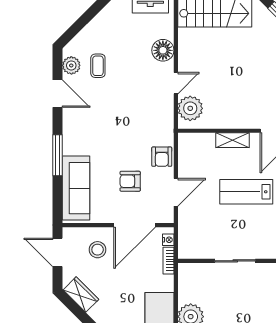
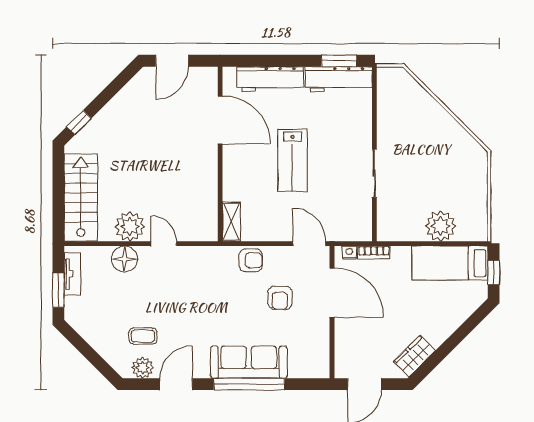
plant: (190, 108) -> (130, 227), moved
shelving: (233, 140) -> (231, 222), moved
window: (57, 155) -> (249, 384), width x1.46
sofa: (76, 188) -> (249, 362), moved
door: (176, 192) -> (309, 244), moved
stool: (98, 250) -> (361, 337), removed

